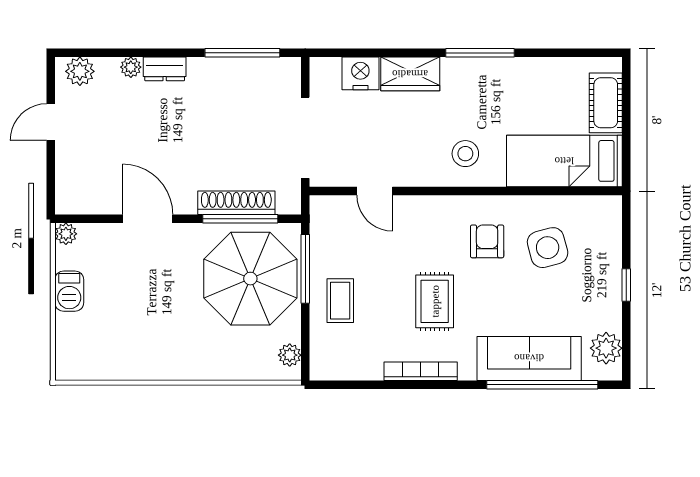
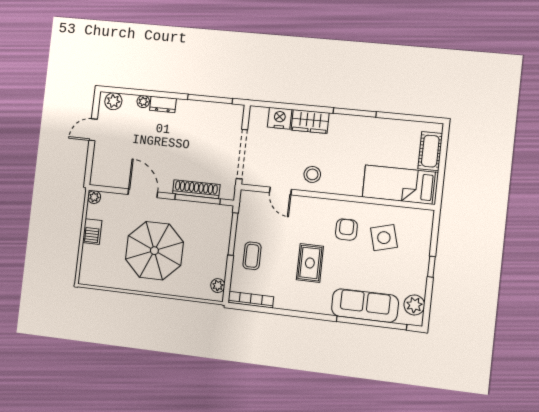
stool: (465, 154) -> (312, 174), moved
parasol: (250, 279) -> (154, 251), moved
bookcase: (421, 371) -> (251, 300), moved

